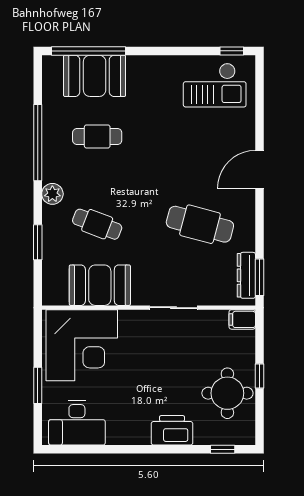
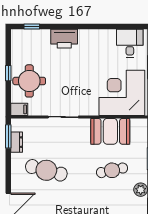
cafe table: (97, 224) -> (112, 170), turned -33
dresser: (246, 275) -> (17, 142), width x0.70
round table: (227, 393) -> (29, 81), moved
desk: (77, 423) -> (130, 43), width x0.73

